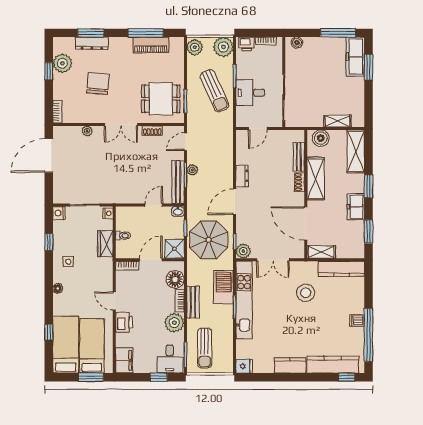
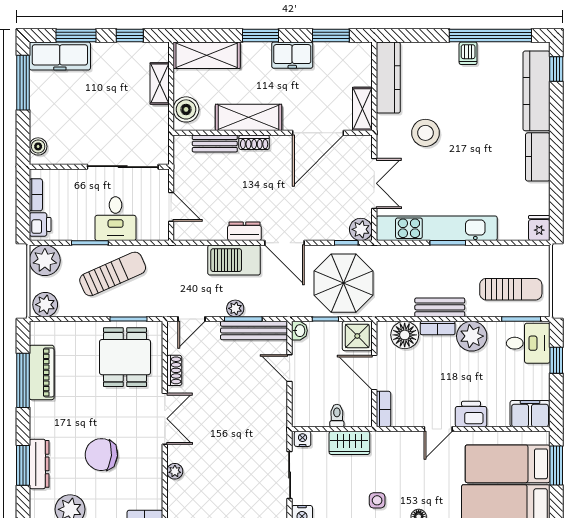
window: (369, 102) -> (130, 35), added
door: (185, 142) -> (191, 319), hinge flipped
barbecue: (223, 287) -> (234, 260), moved

